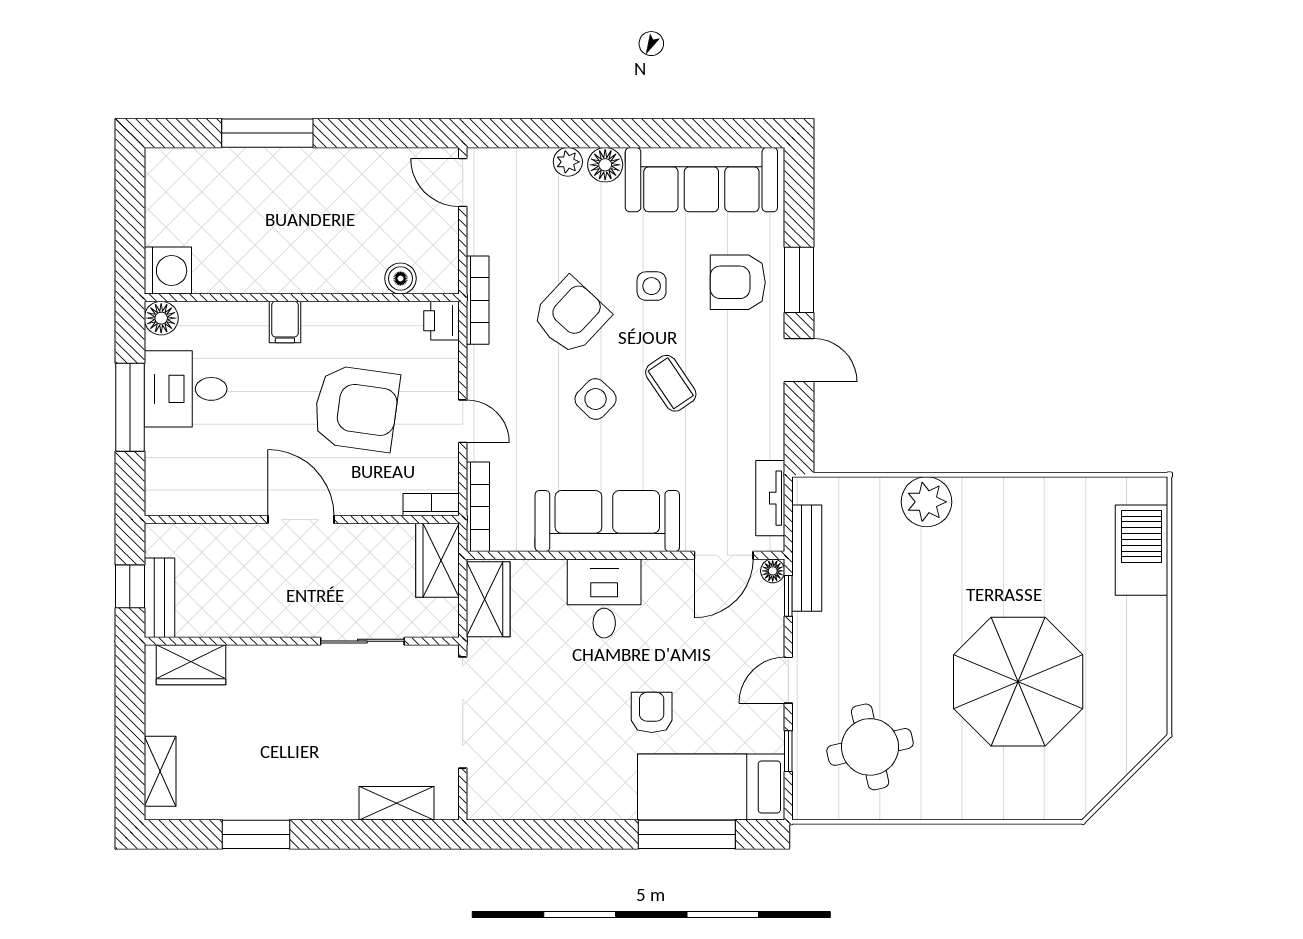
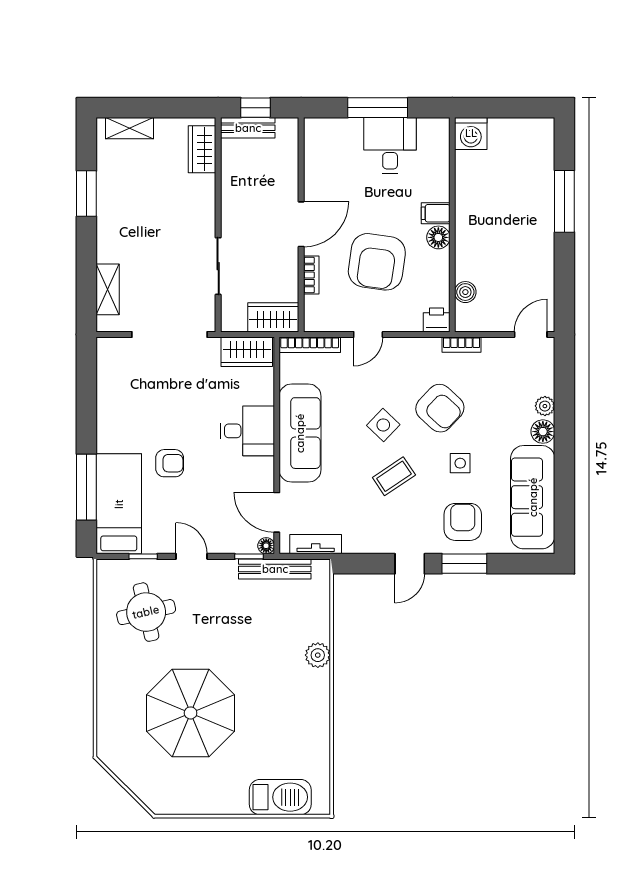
bookcase: (478, 300) -> (462, 345), width x0.64
floor lamp: (161, 318) -> (438, 237), moved
plant: (927, 502) -> (318, 655), width x0.73, depth x0.73
bookcase: (431, 505) -> (311, 275), moved

